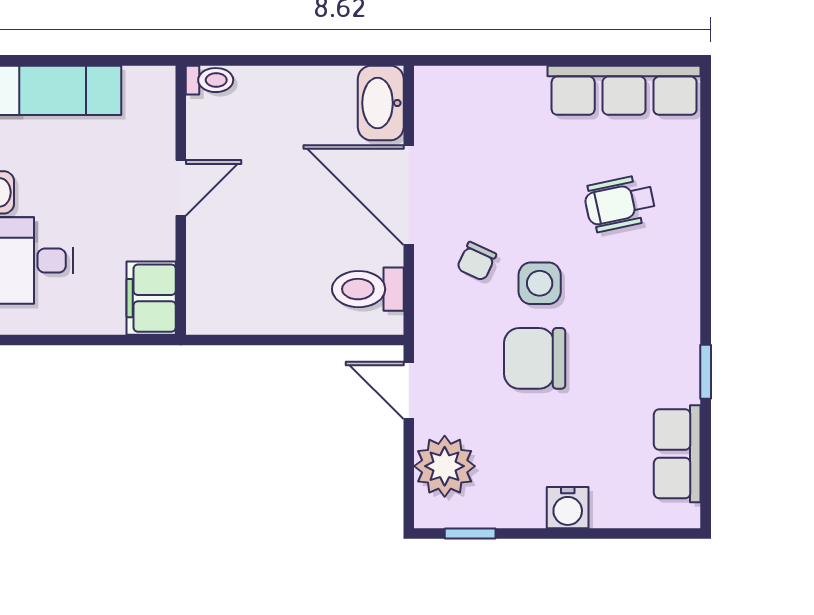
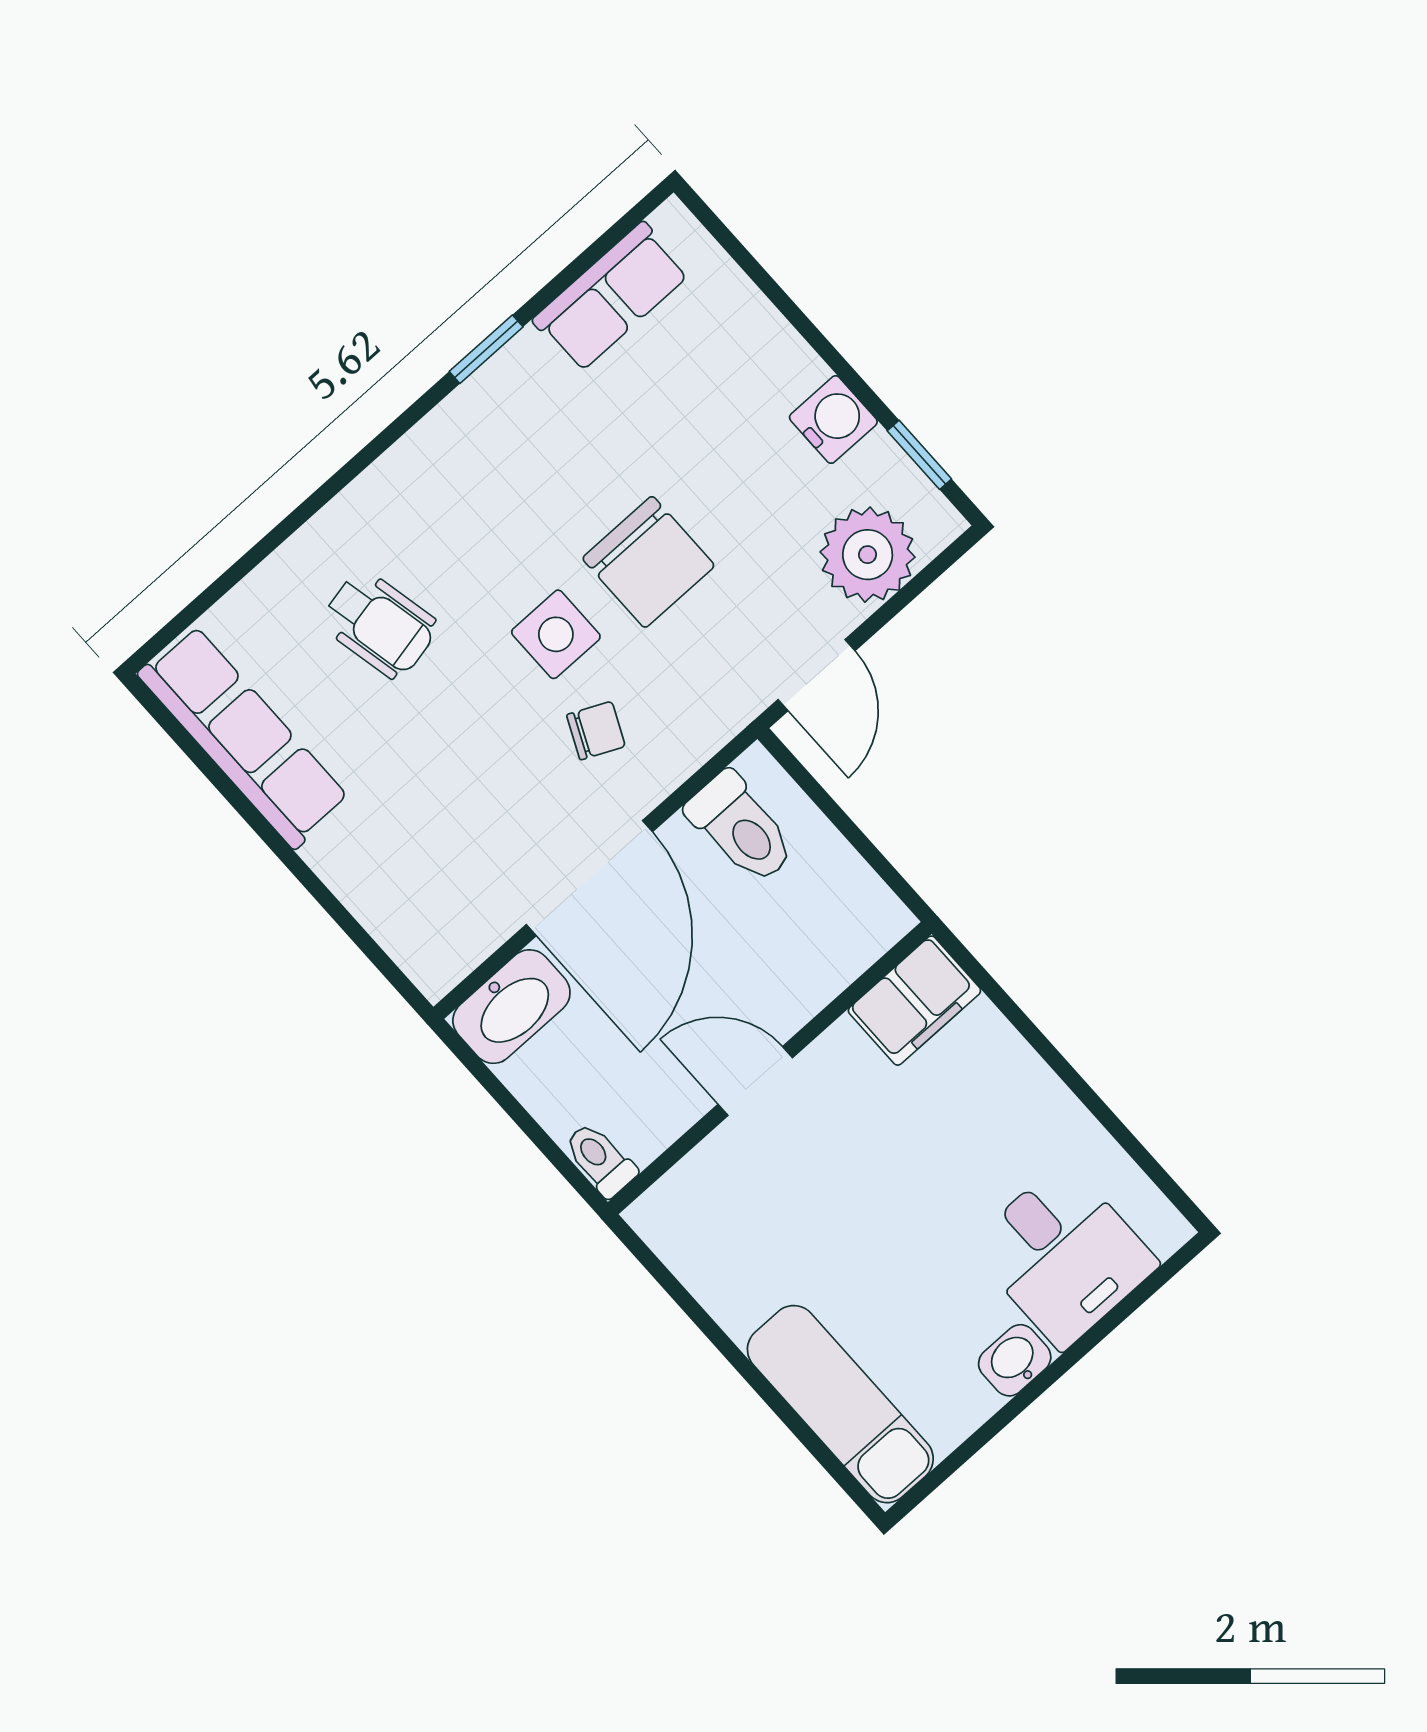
toilet: (210, 80) -> (600, 1159), moved
door: (181, 188) -> (755, 1081), moved
wall: (181, 200) -> (770, 1068), moved
filing cabinet: (151, 298) -> (914, 1001), moved
water cooler: (568, 508) -> (833, 420), moved

